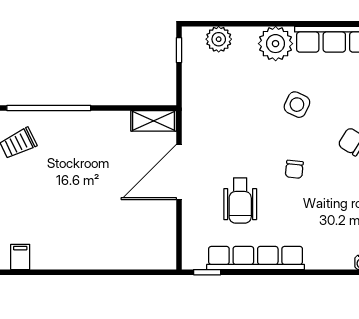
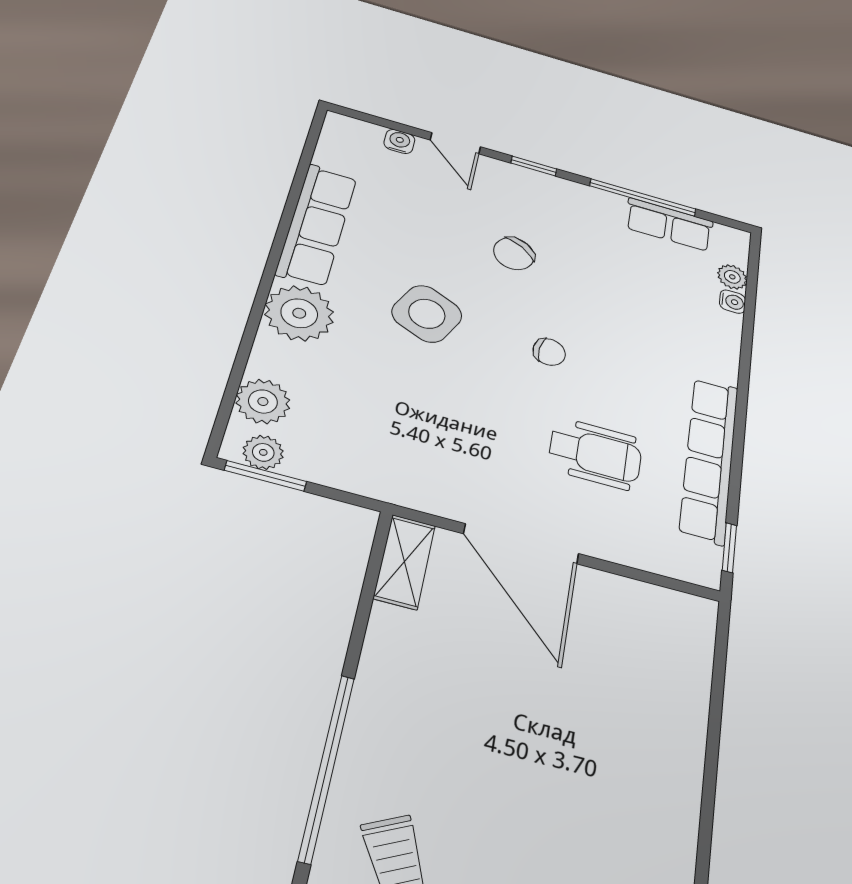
plant: (191, 46) -> (263, 452), added
window: (179, 50) -> (265, 476), width x1.50
side table: (297, 105) -> (427, 314), width x1.37, depth x1.37

